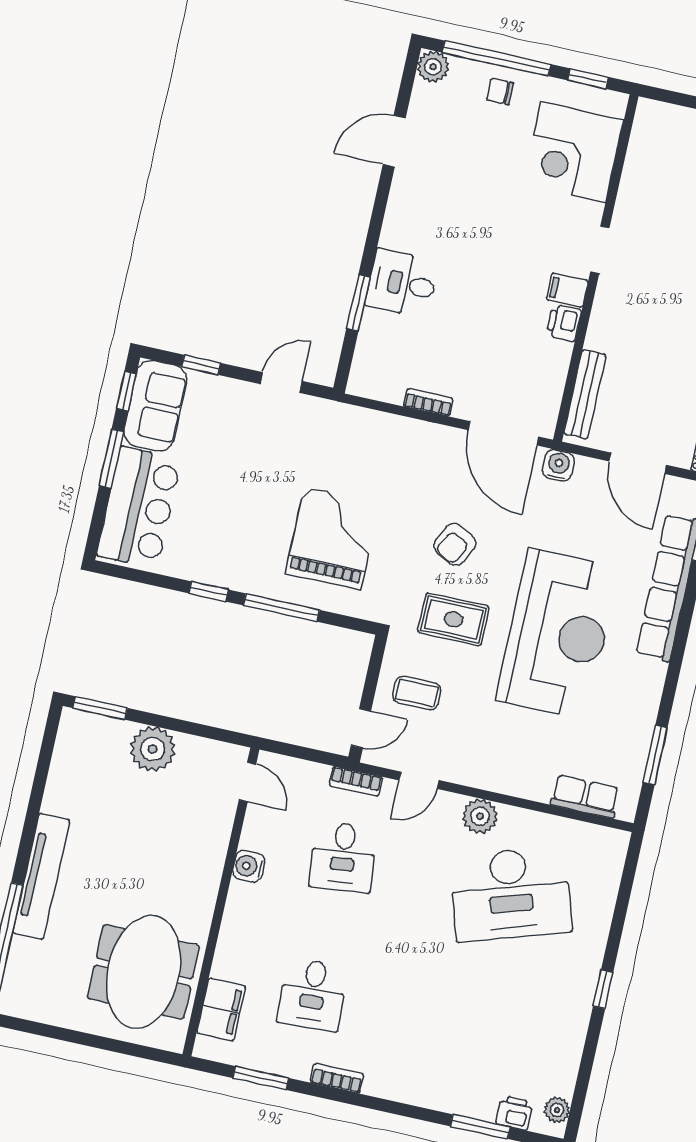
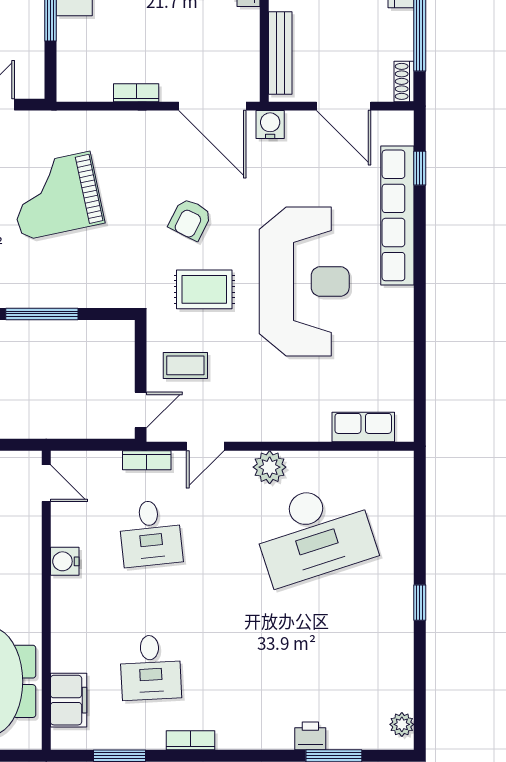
grand piano: (332, 538) -> (56, 196), moved, turned -102
window: (655, 755) -> (420, 374), removed
printer: (514, 1113) -> (310, 736), moved

